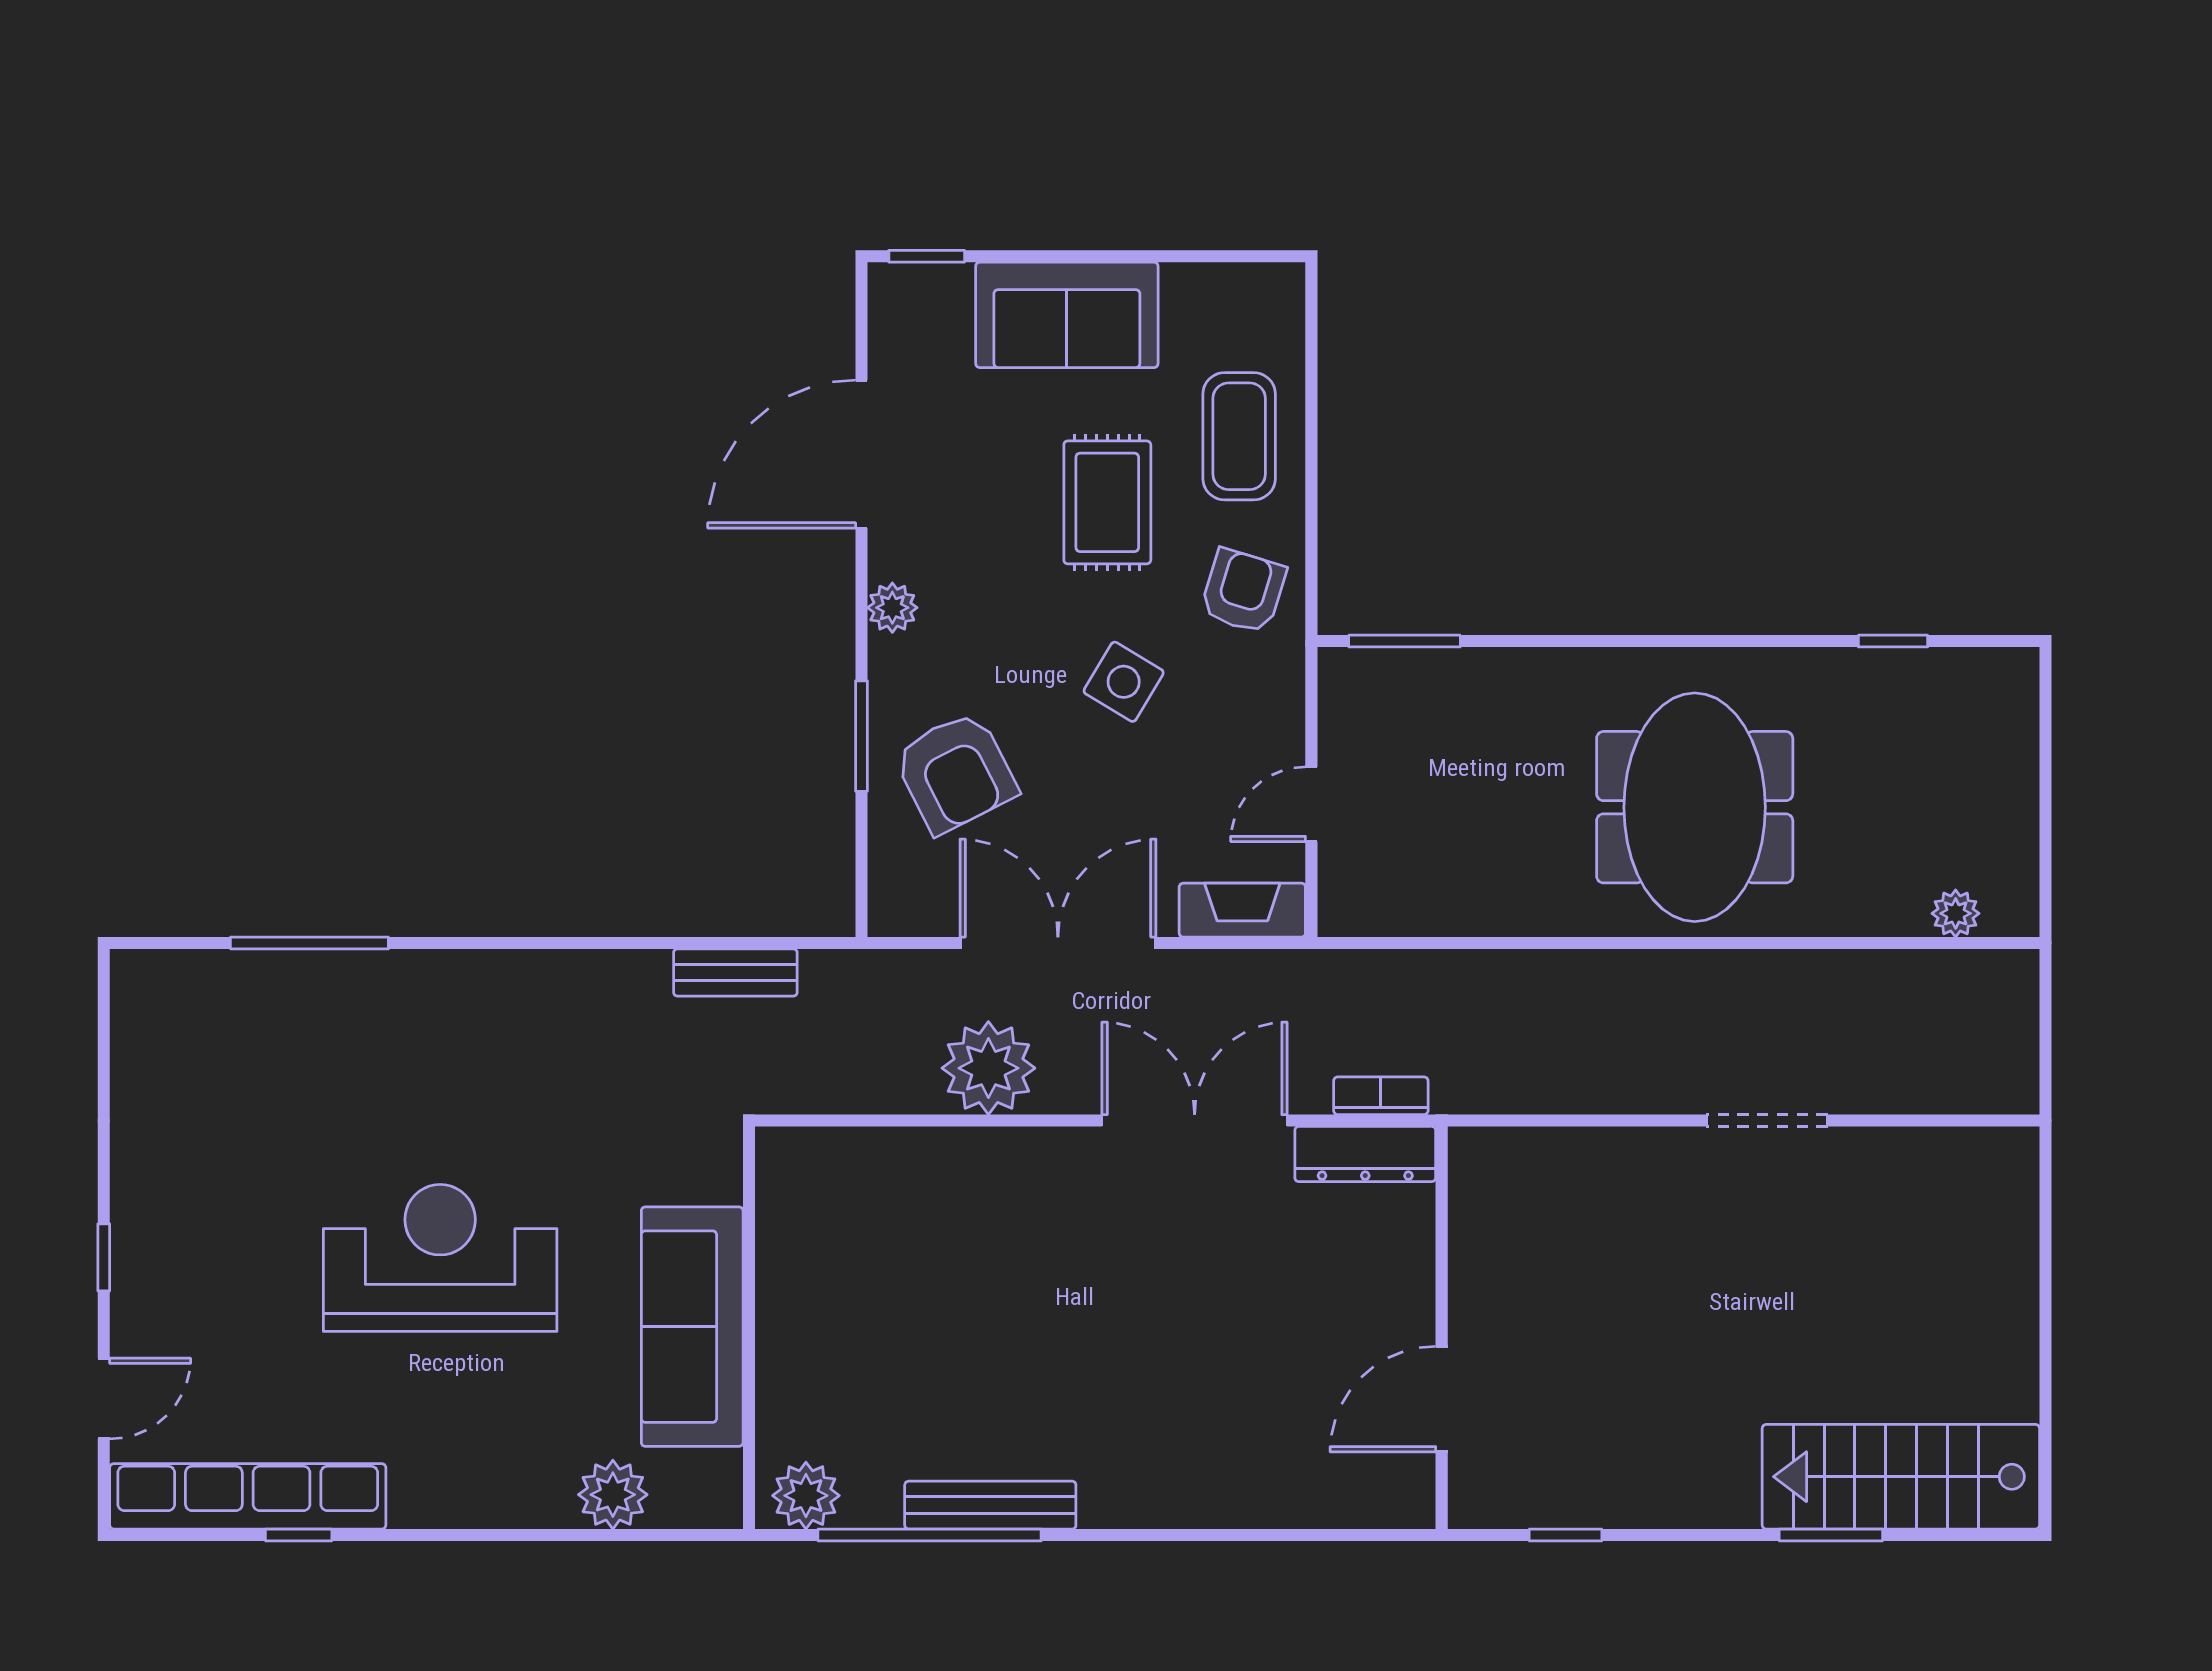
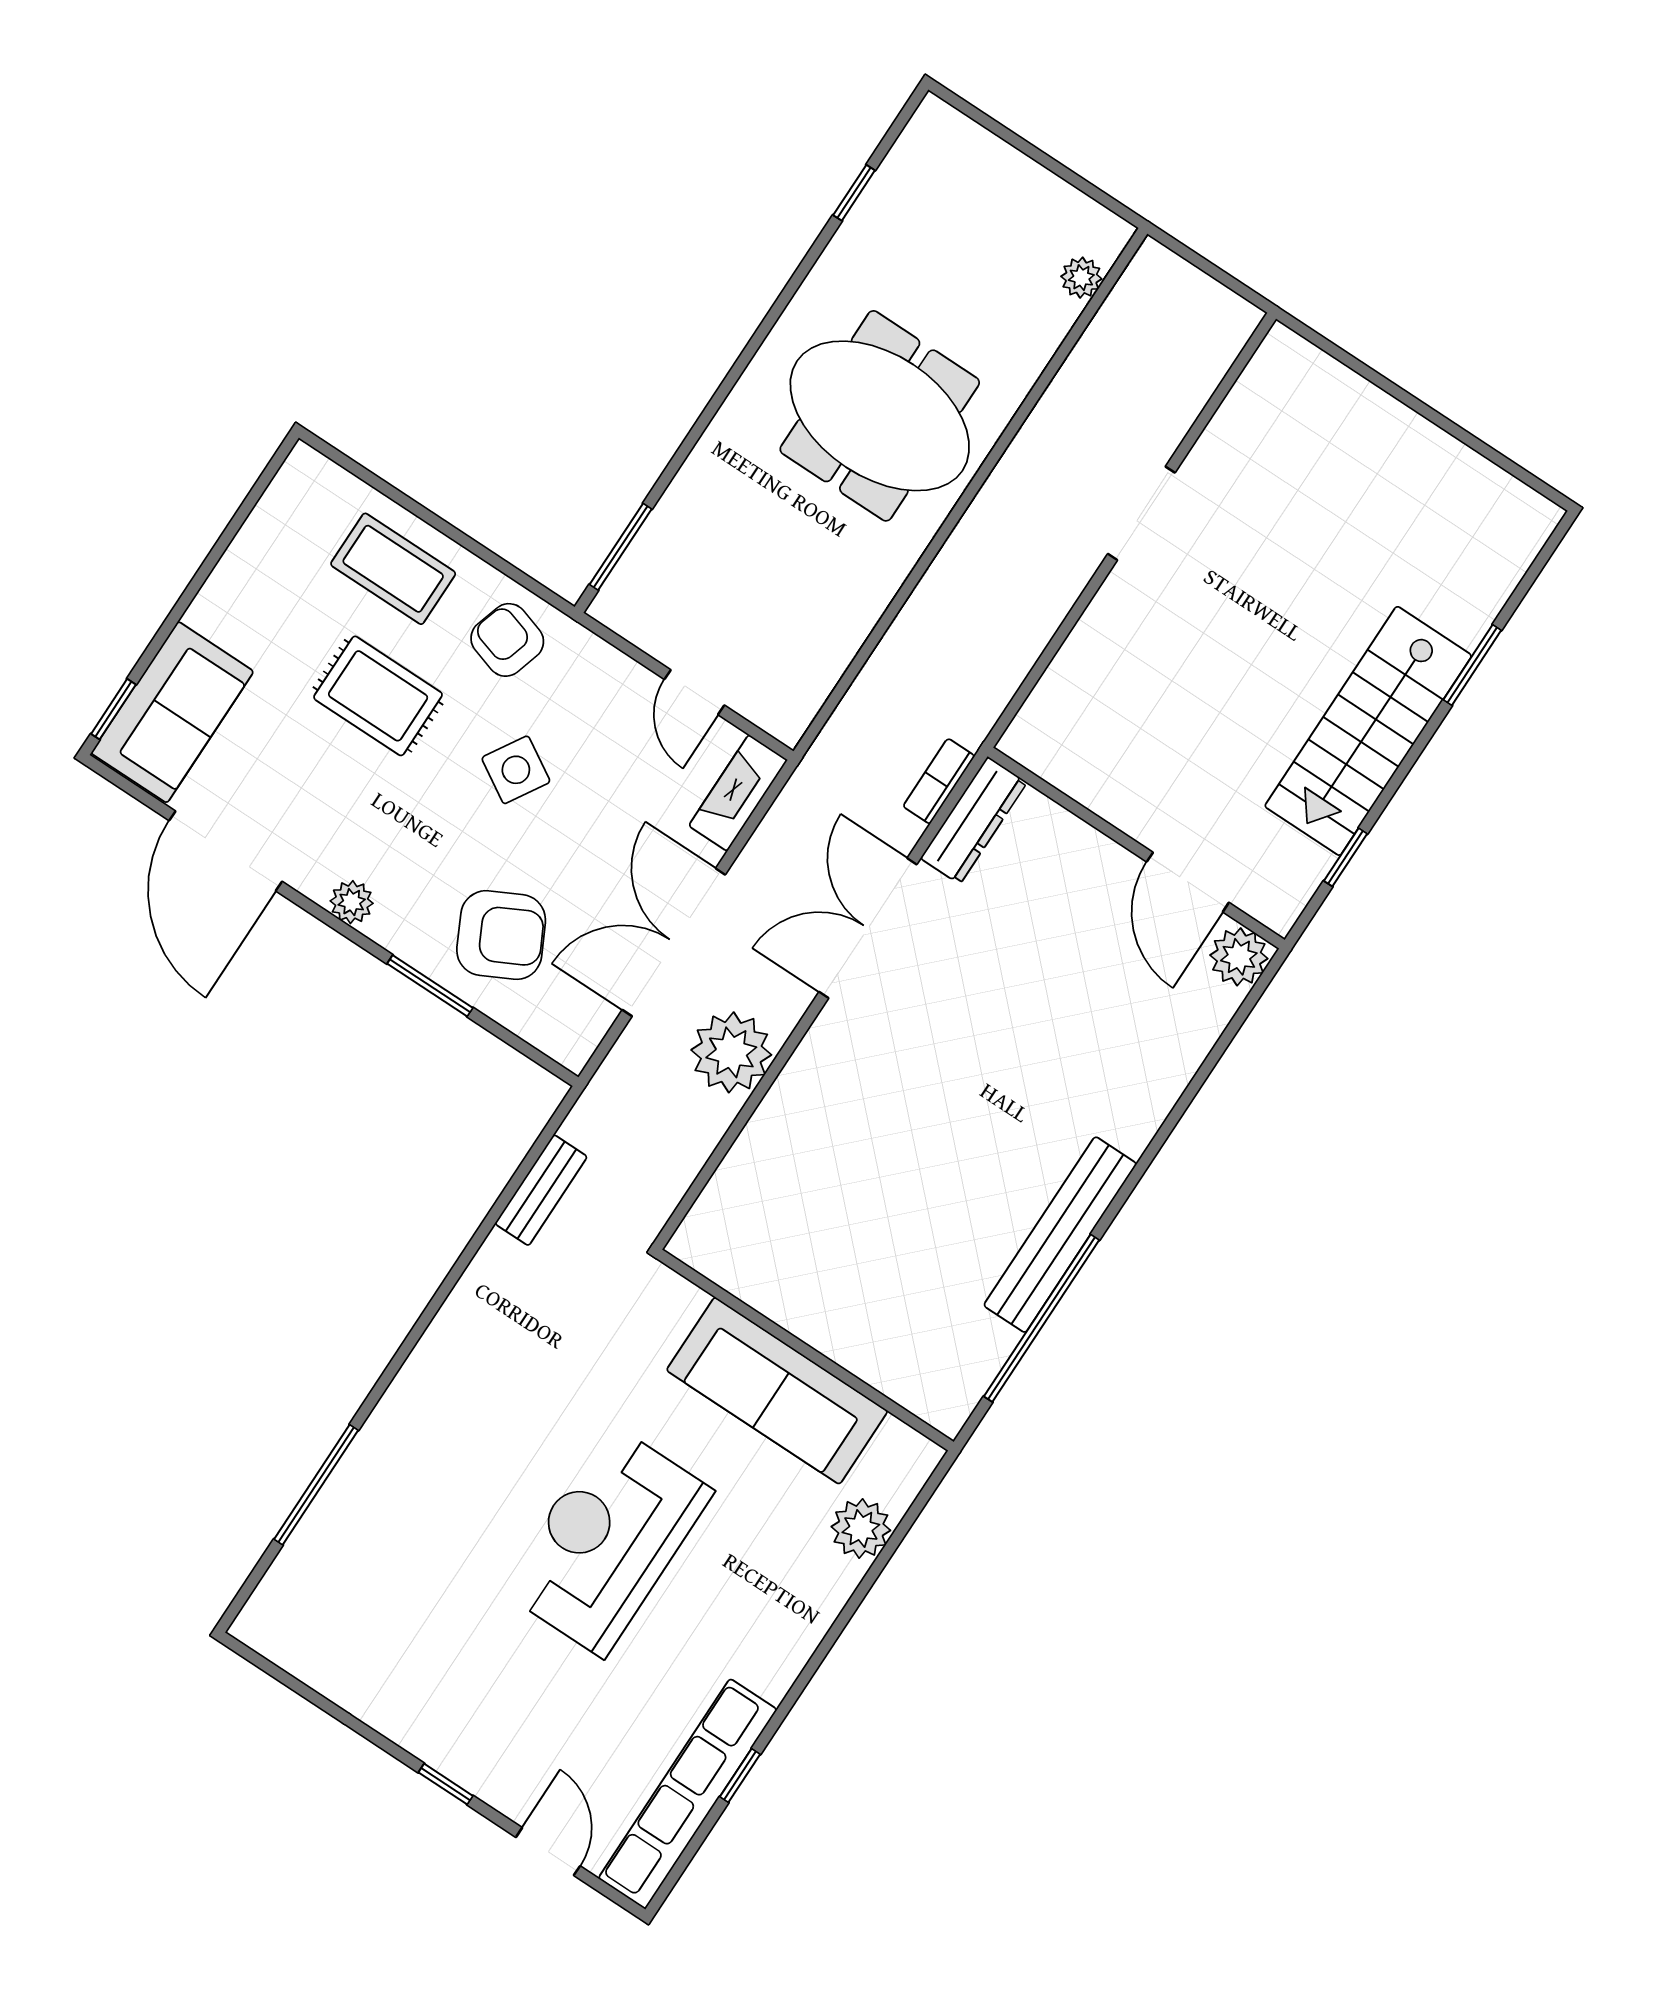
sofa: (1067, 315) -> (172, 712), moved
stairs: (1901, 1477) -> (1368, 731), moved
plant: (806, 1496) -> (1239, 957), moved
bench: (990, 1505) -> (1060, 1235), width x1.37, depth x1.21

